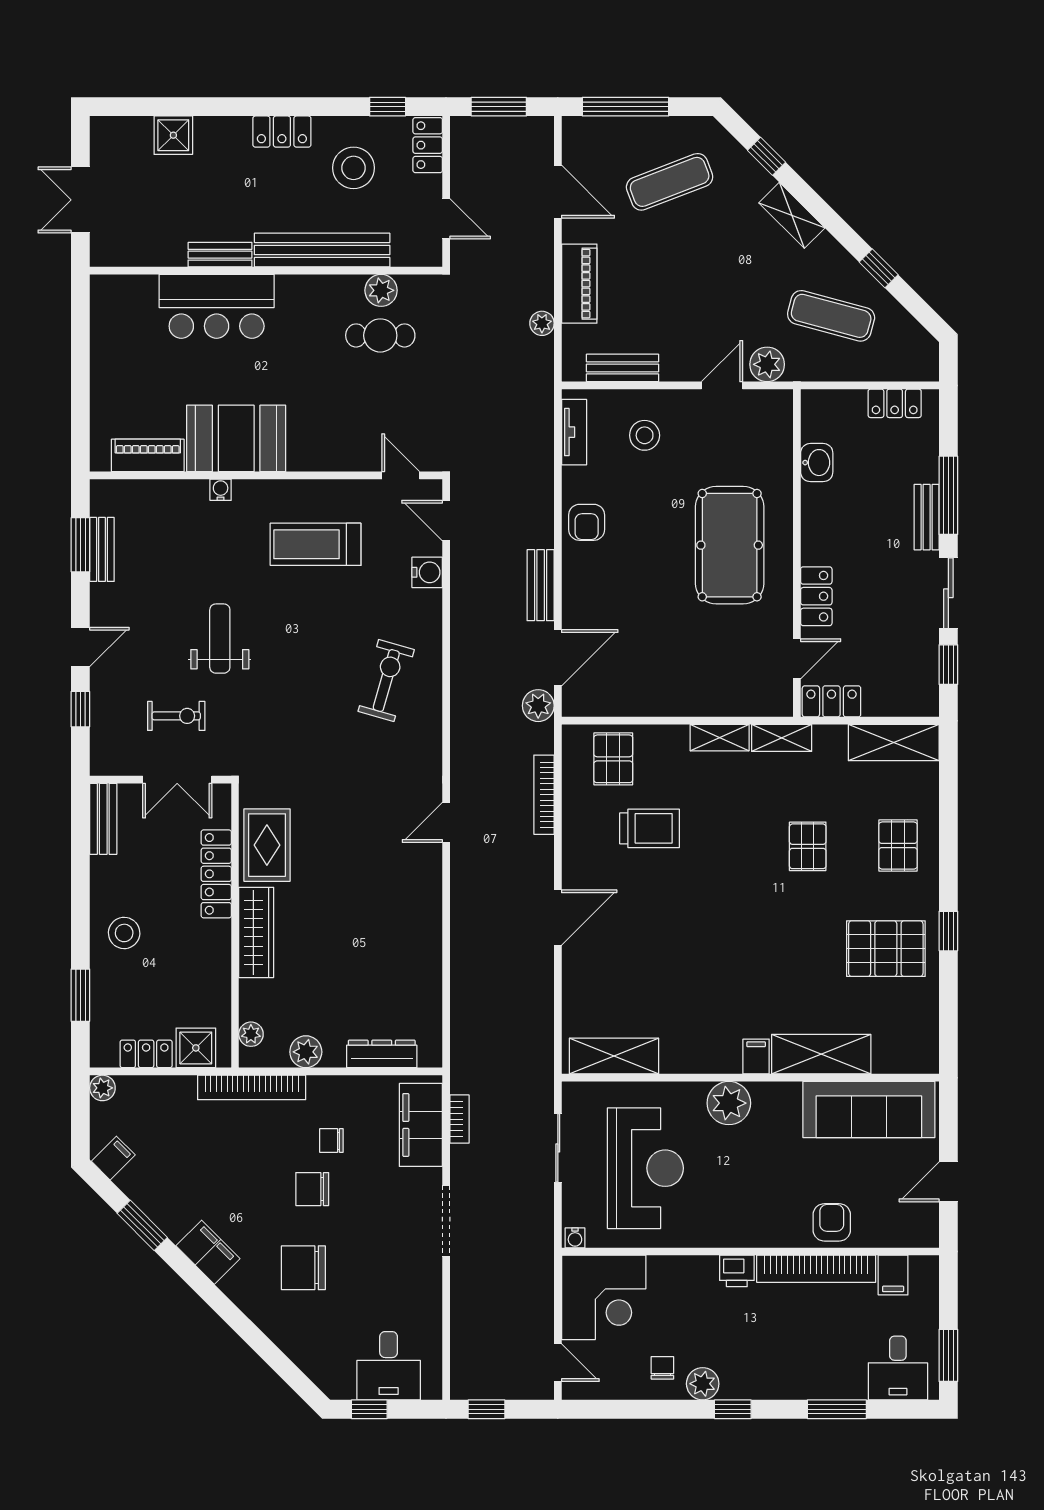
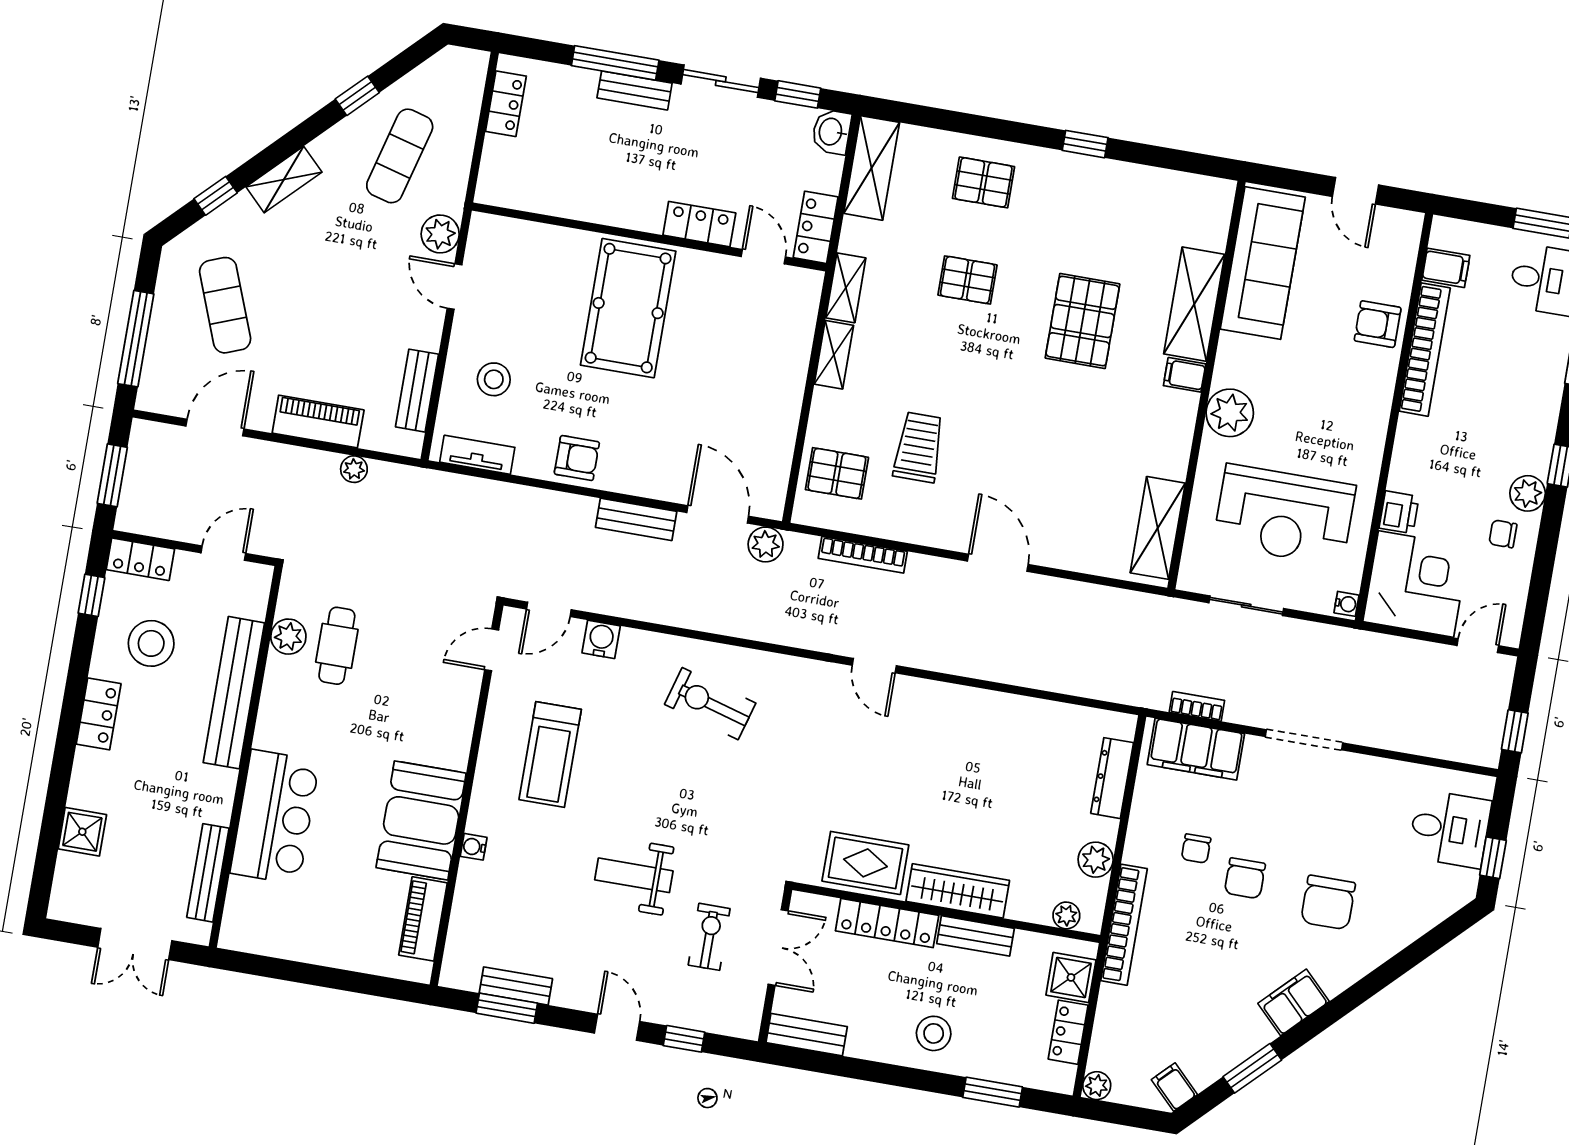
bench: (220, 255) -> (208, 873), moved, width x1.36
washbasin: (817, 463) -> (831, 132), moved, turned -90
pool table: (730, 545) -> (628, 308), turned 90
pallet: (886, 949) -> (1083, 321), moved
bench: (218, 956) -> (976, 936), added
reception desk: (645, 1168) -> (1284, 515), turned 180
printer: (737, 1271) -> (1399, 512), moved

